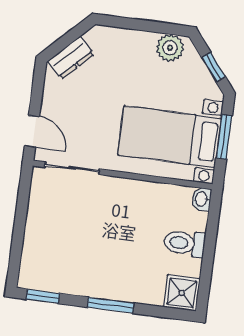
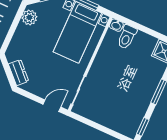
toilet: (184, 243) -> (127, 37), moved

